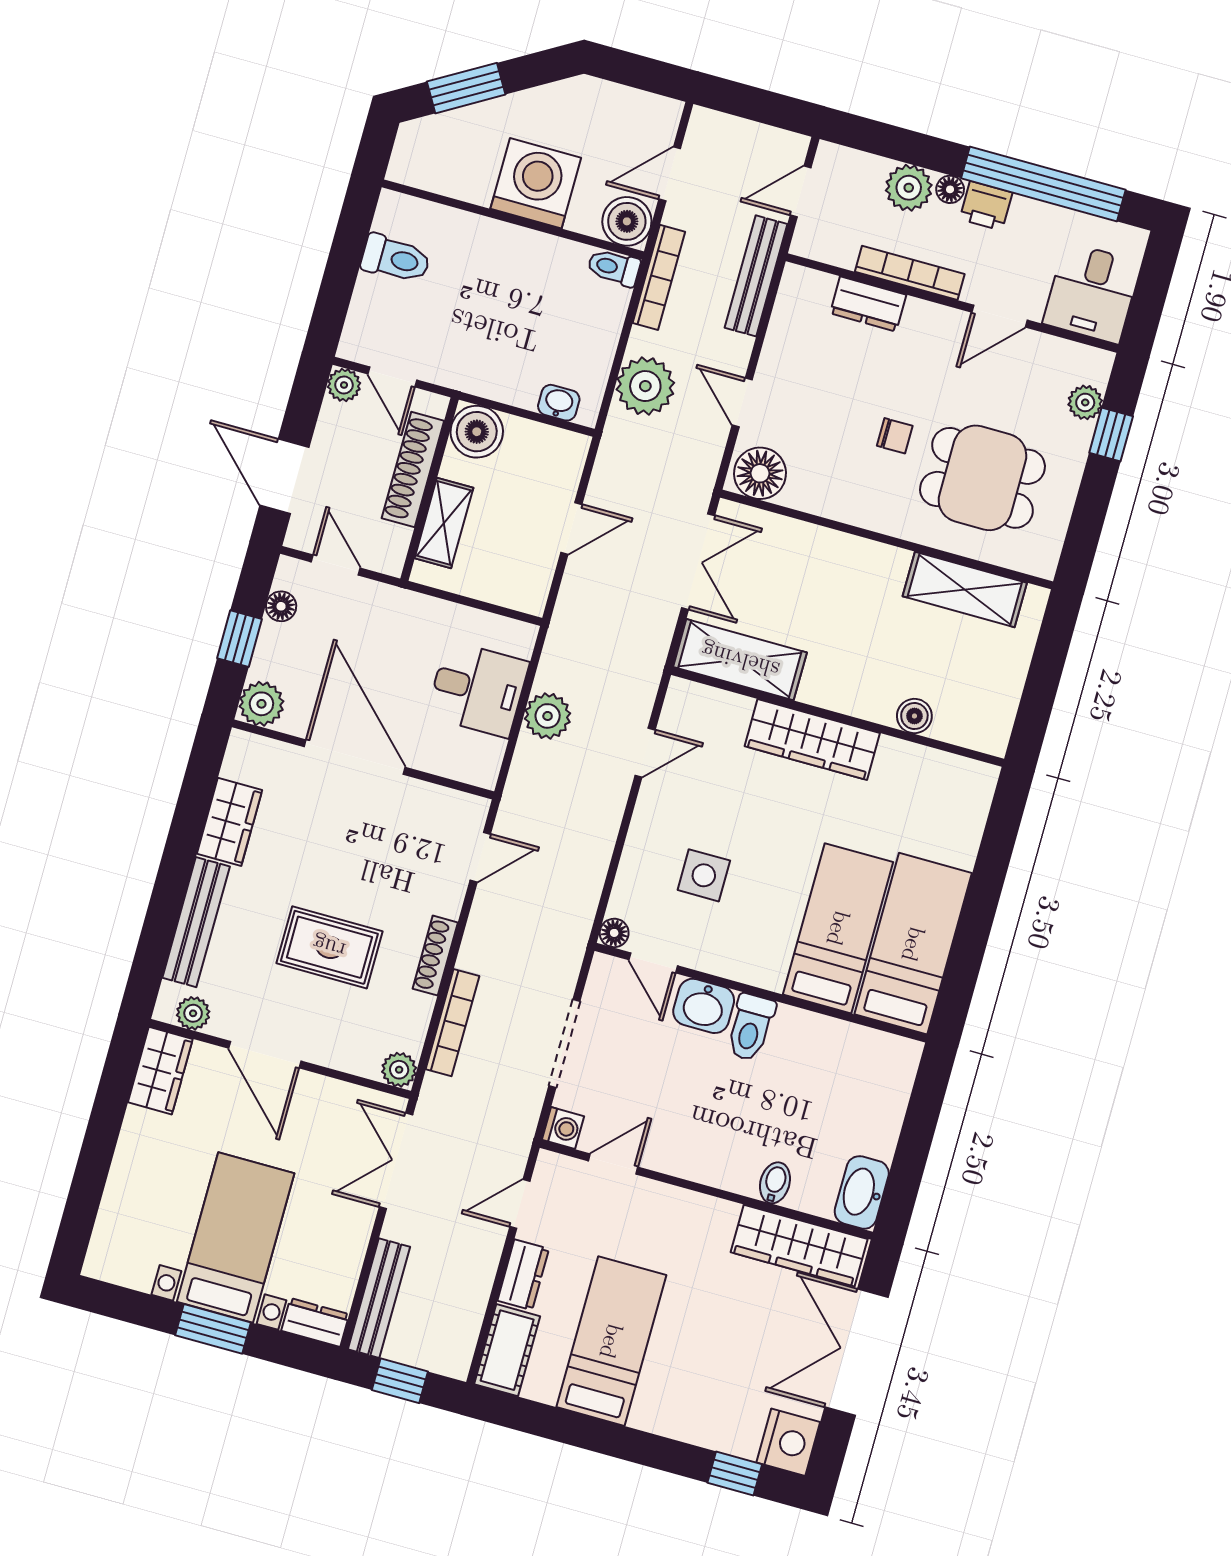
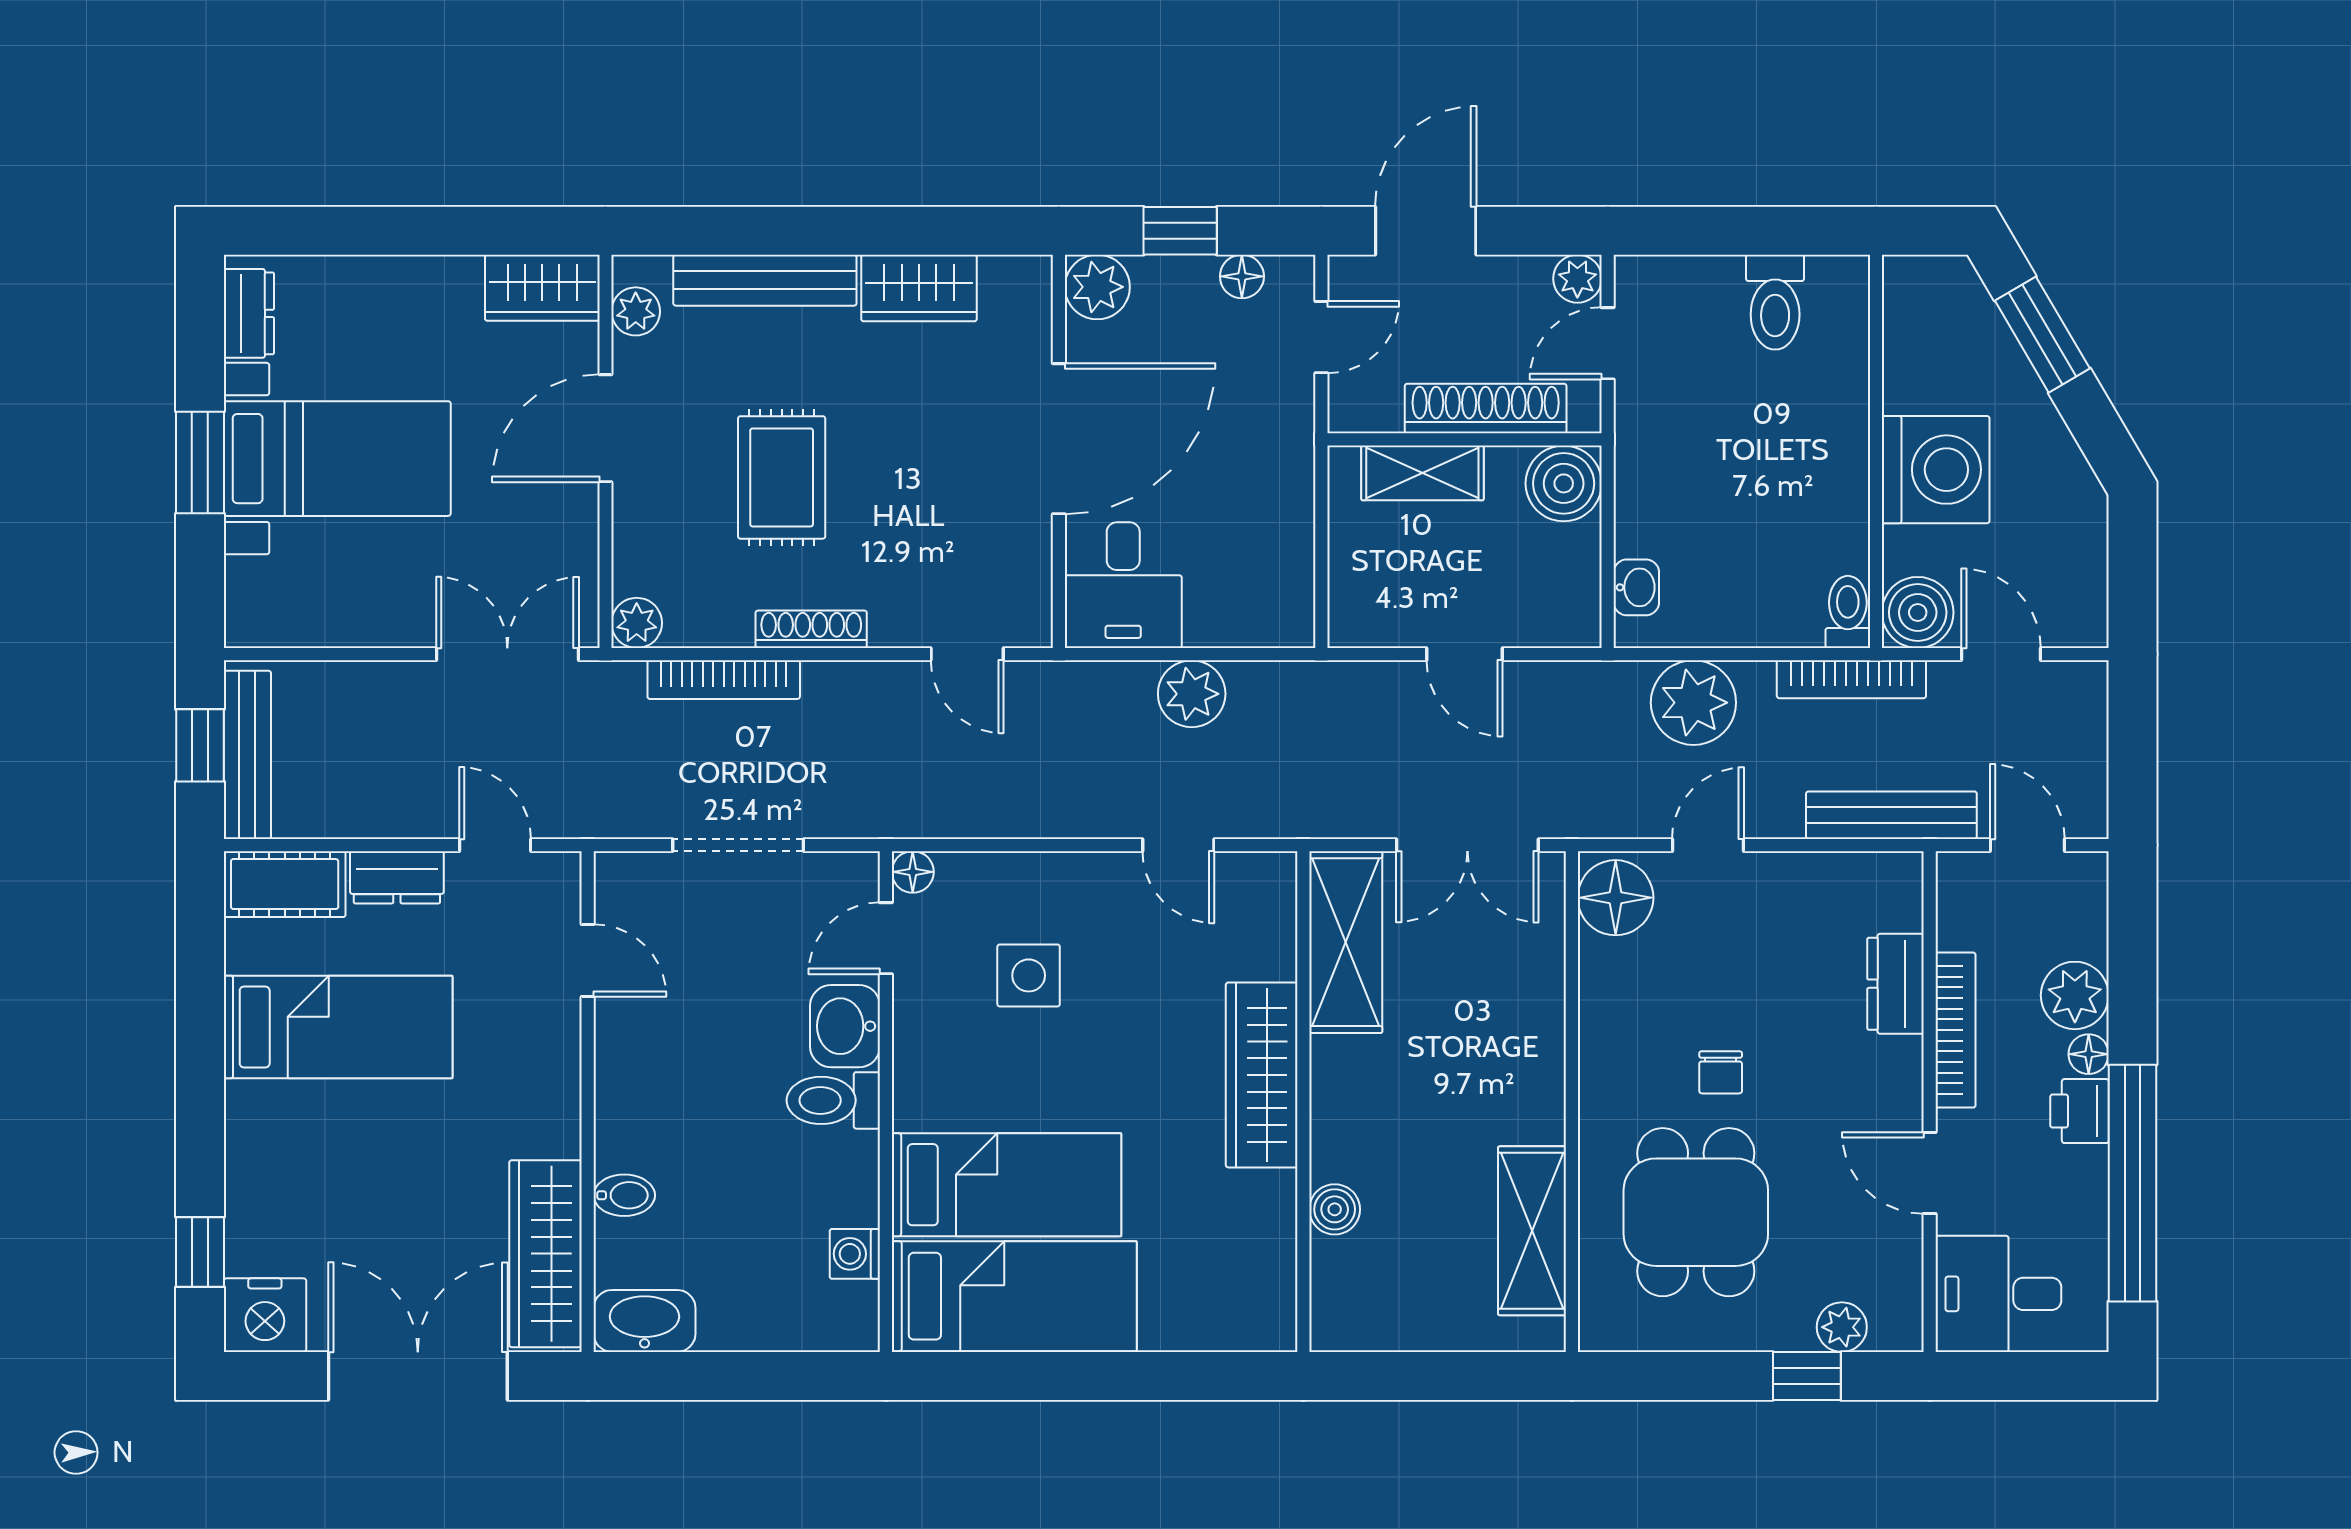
desk: (478, 689) -> (1123, 585), moved
washing machine: (563, 1128) -> (855, 1254), moved, turned 90
bench: (379, 1298) -> (247, 755), moved, turned 90
dresser: (315, 1322) -> (249, 313), moved

